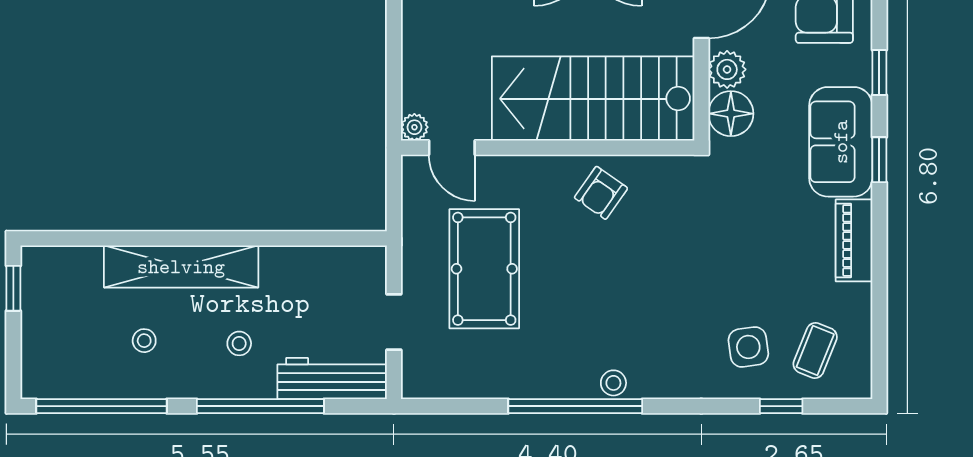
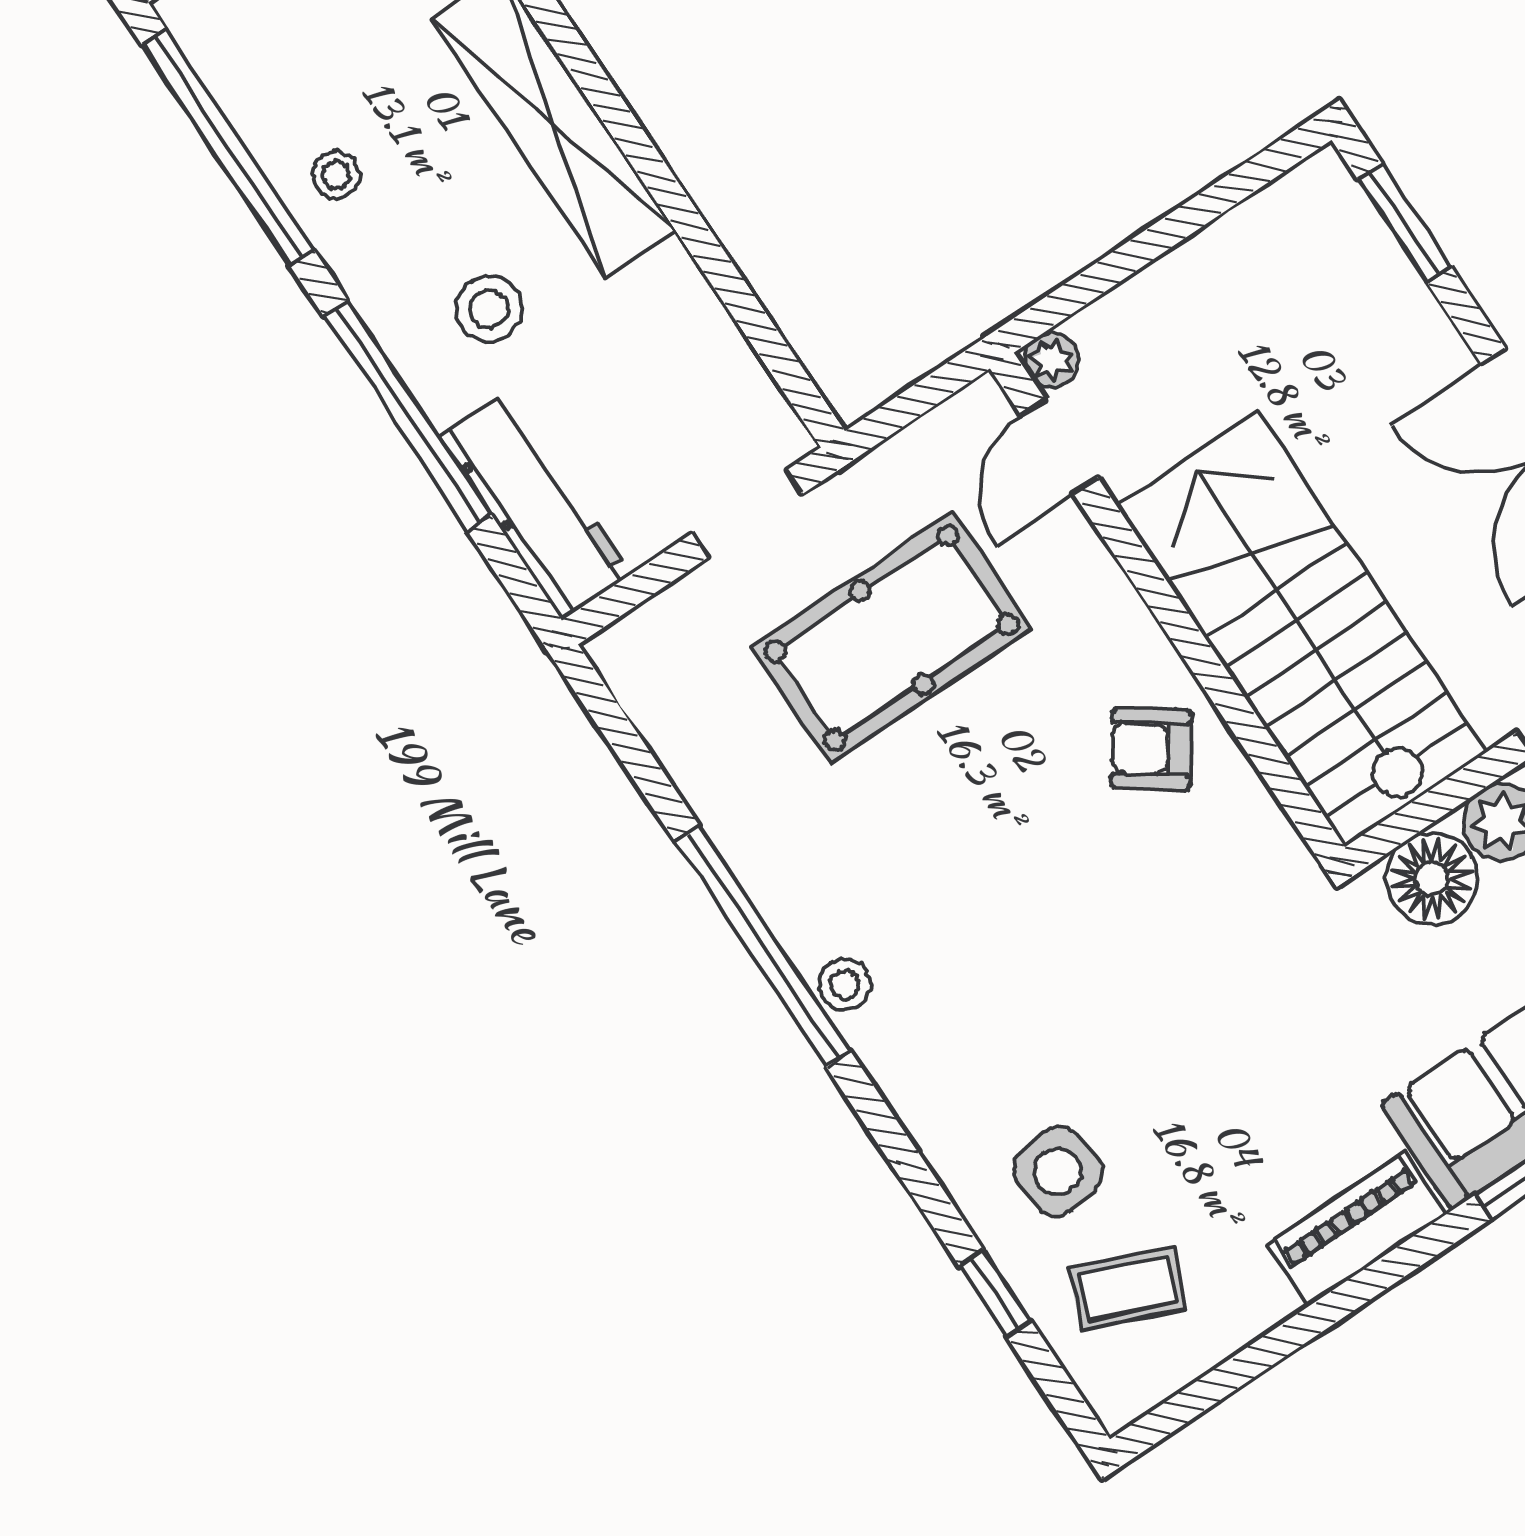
doorway: (394, 322) -> (747, 514), moved
stool: (144, 341) -> (336, 175), moved
stool: (239, 343) -> (489, 309), width x1.37, depth x1.37

